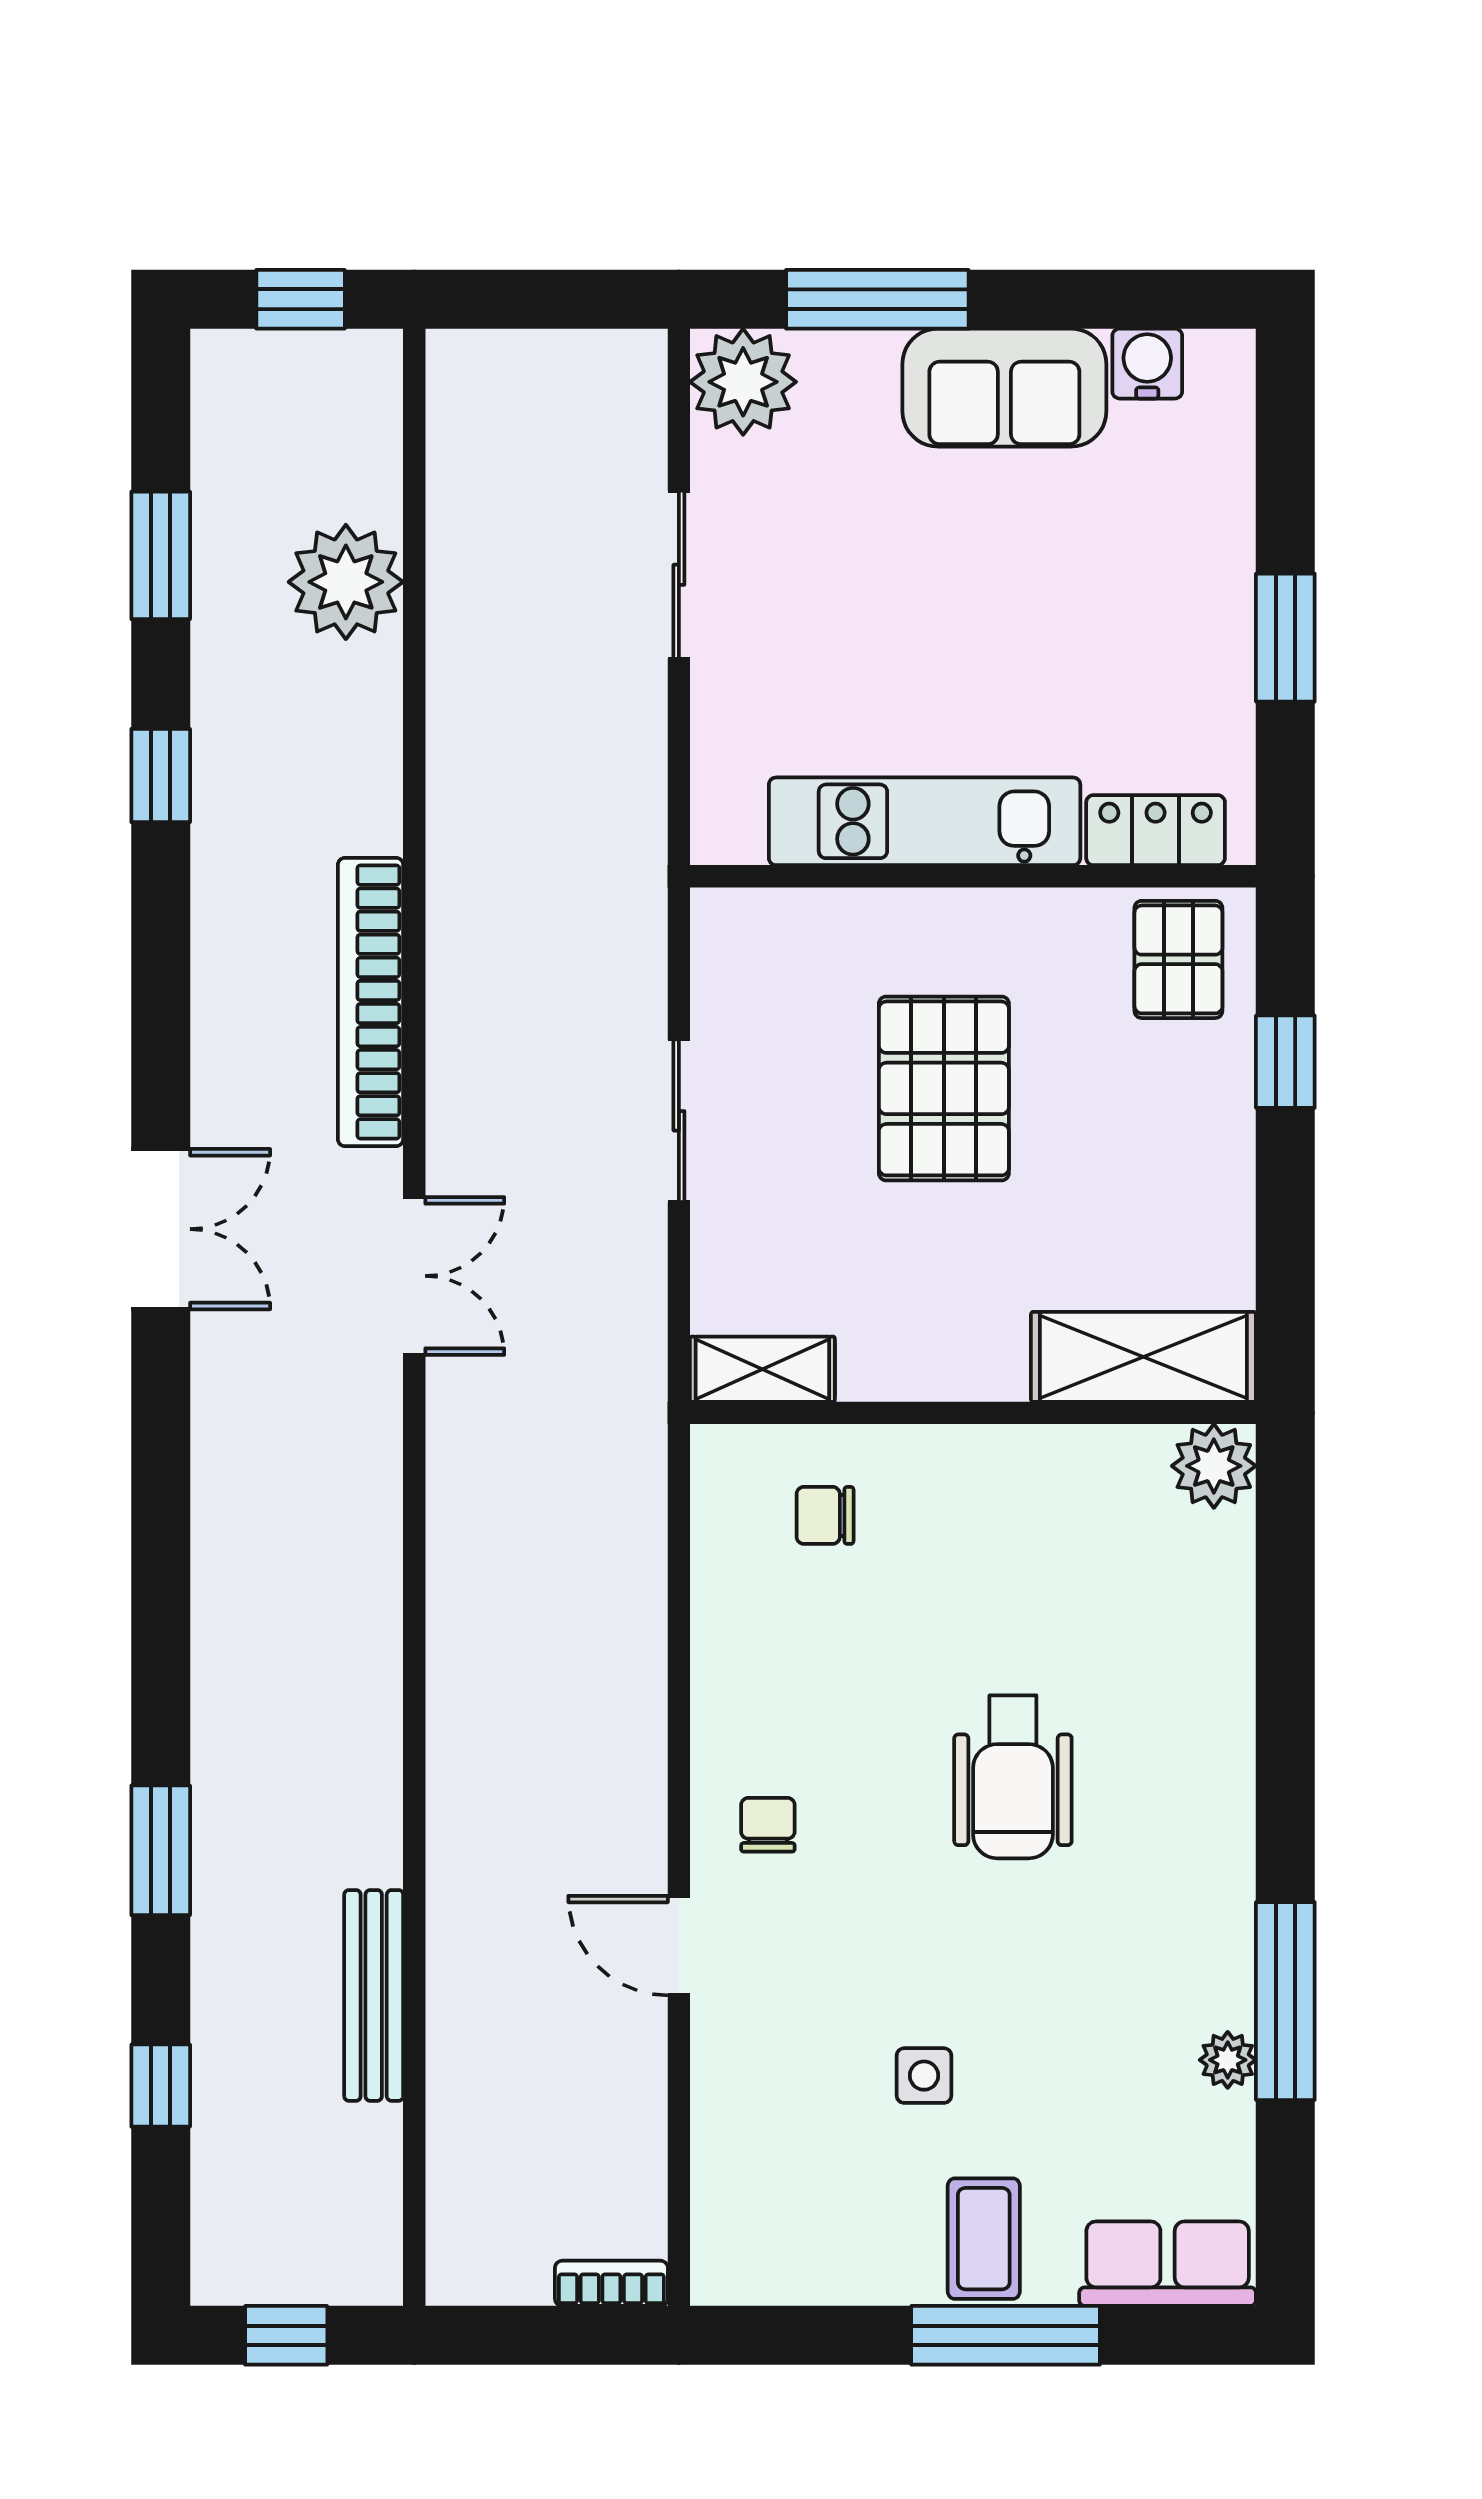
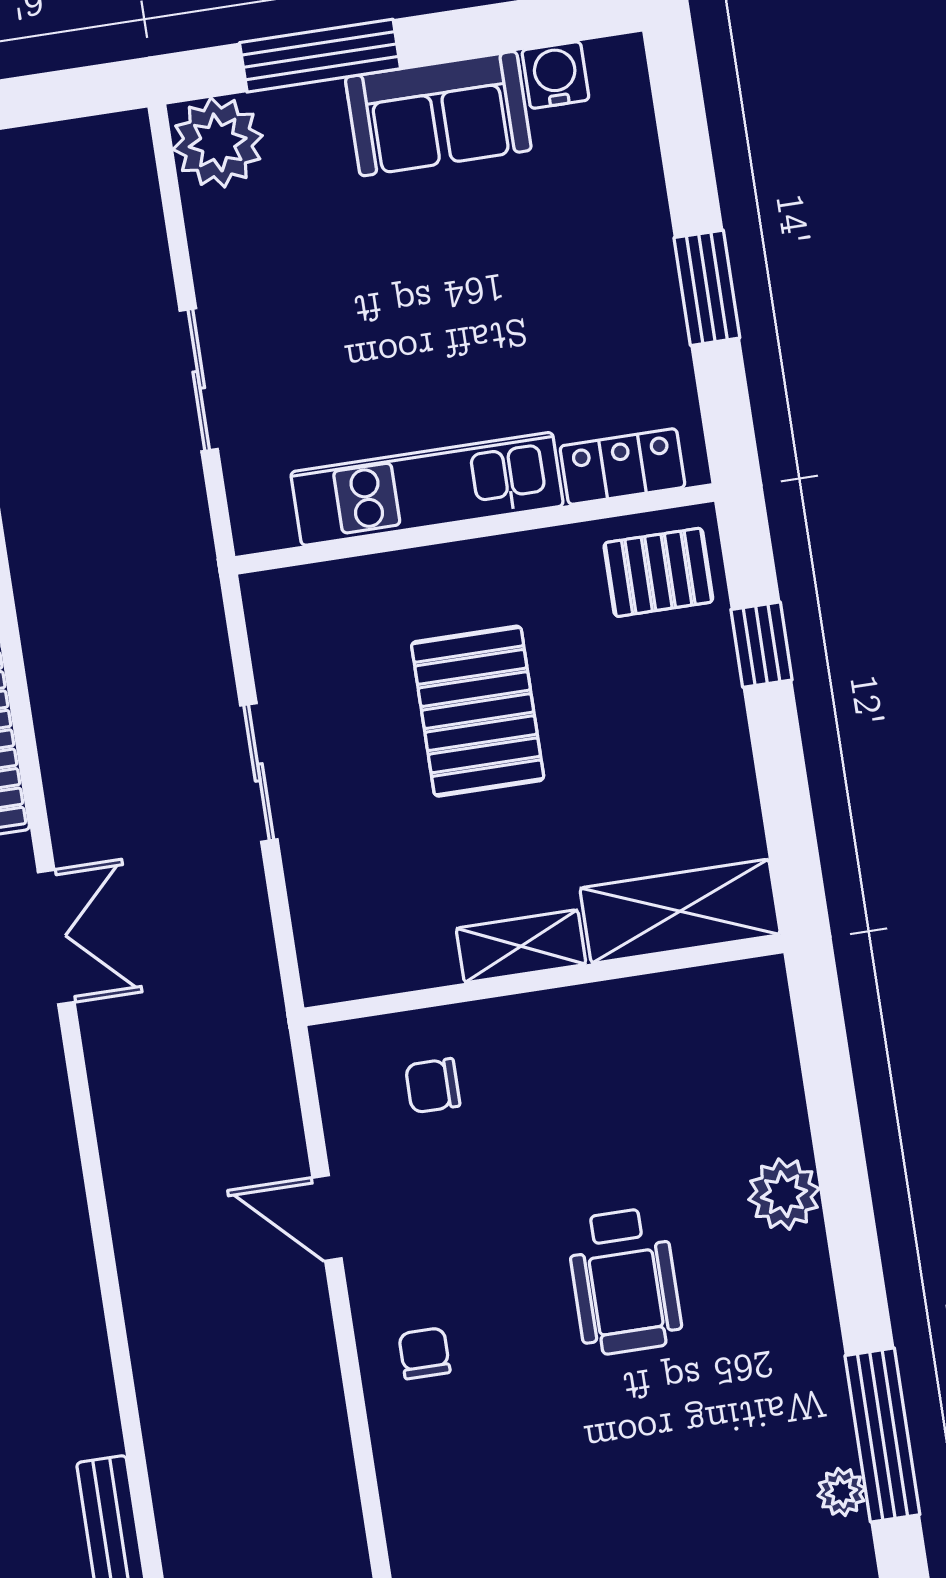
sliding door: (679, 575) -> (199, 380), moved
pallet: (1178, 959) -> (658, 572), turned 90
shelving: (762, 1369) -> (521, 946), moved
plant: (1214, 1466) -> (784, 1194), moved
door: (679, 1946) -> (327, 1218), moved
side table: (924, 2076) -> (588, 1544), removed

